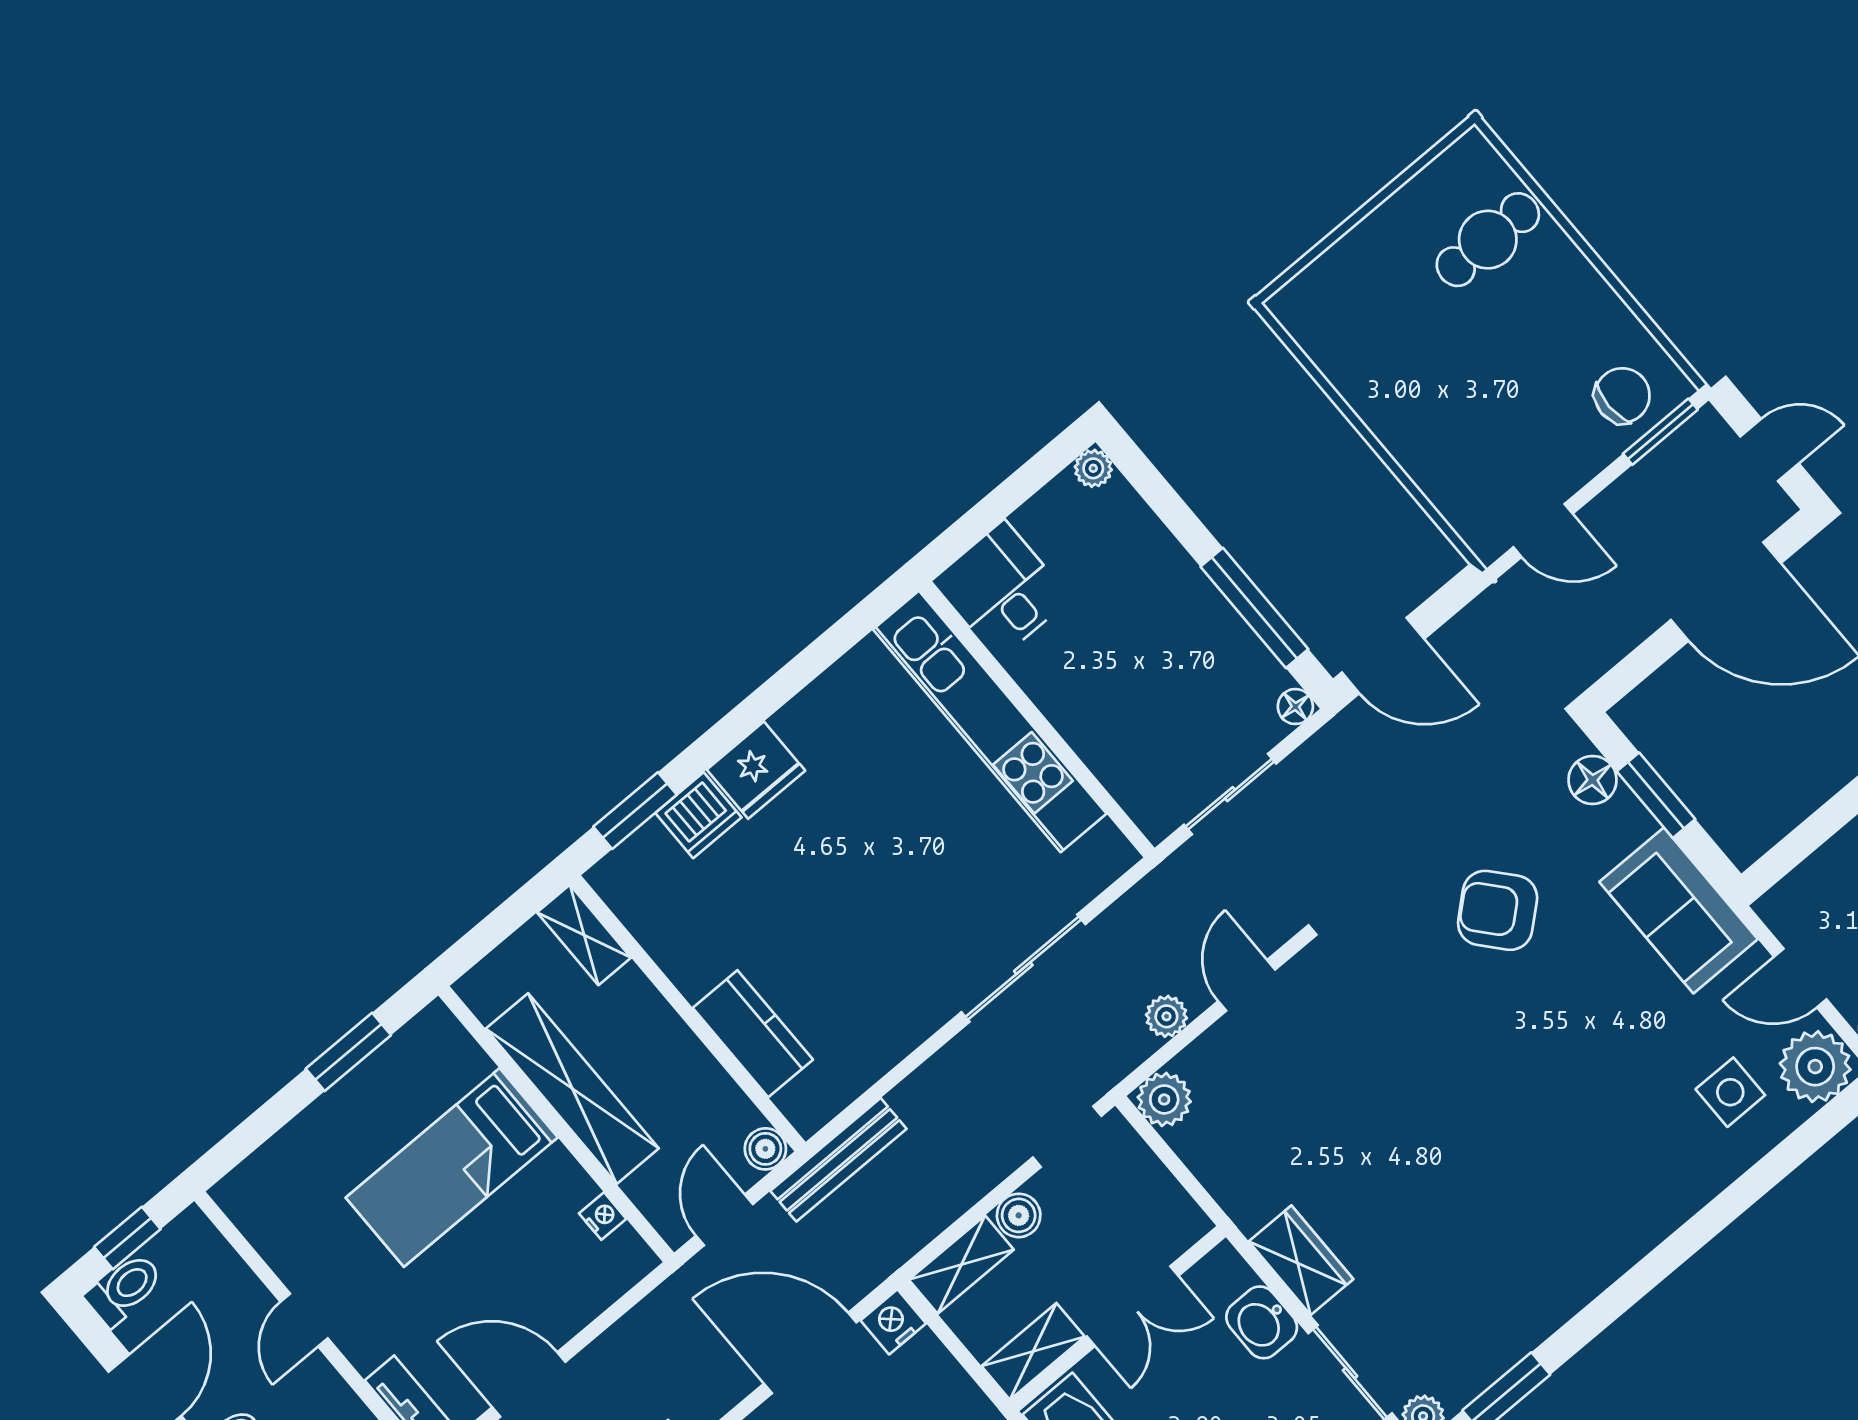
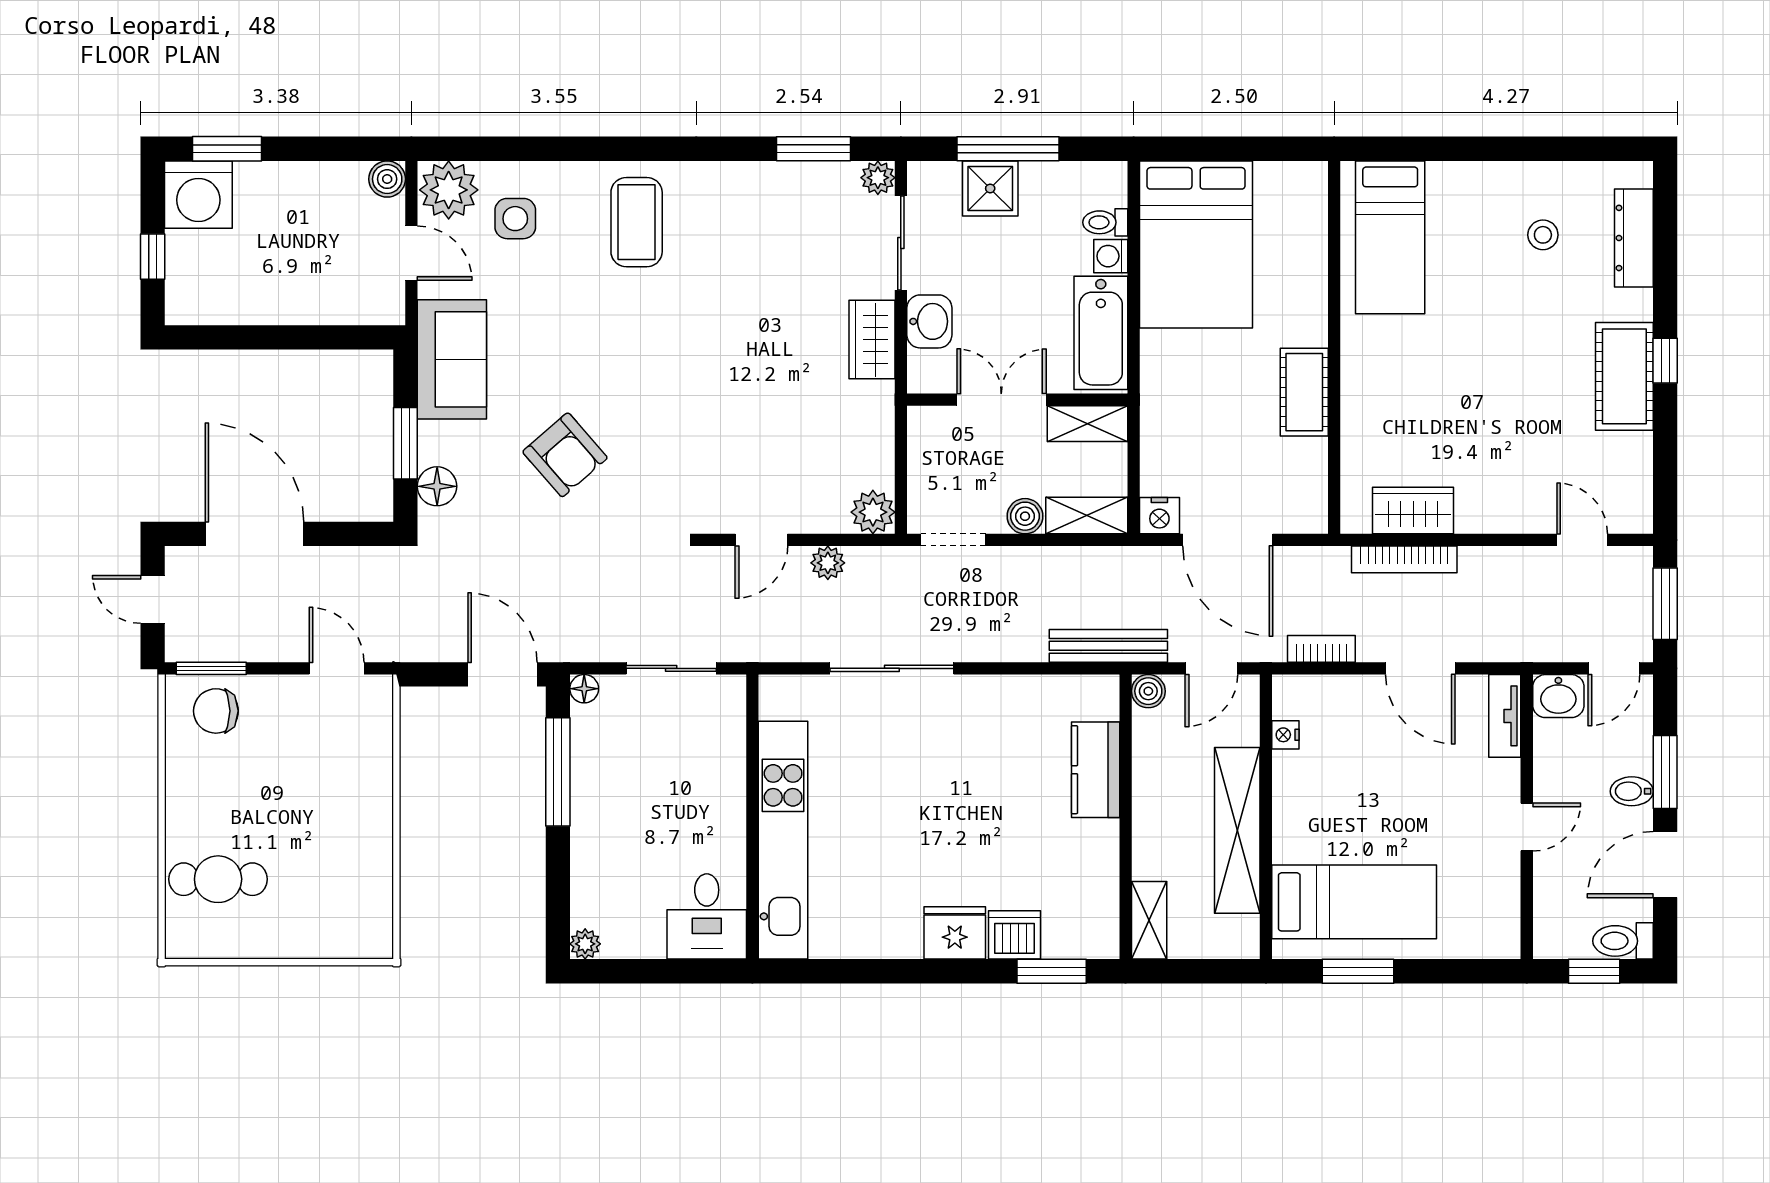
bed: (452, 1168) -> (1354, 902), moved
coffee table: (1614, 1185) -> (637, 222), added
bookcase: (637, 1325) -> (1321, 649), added

